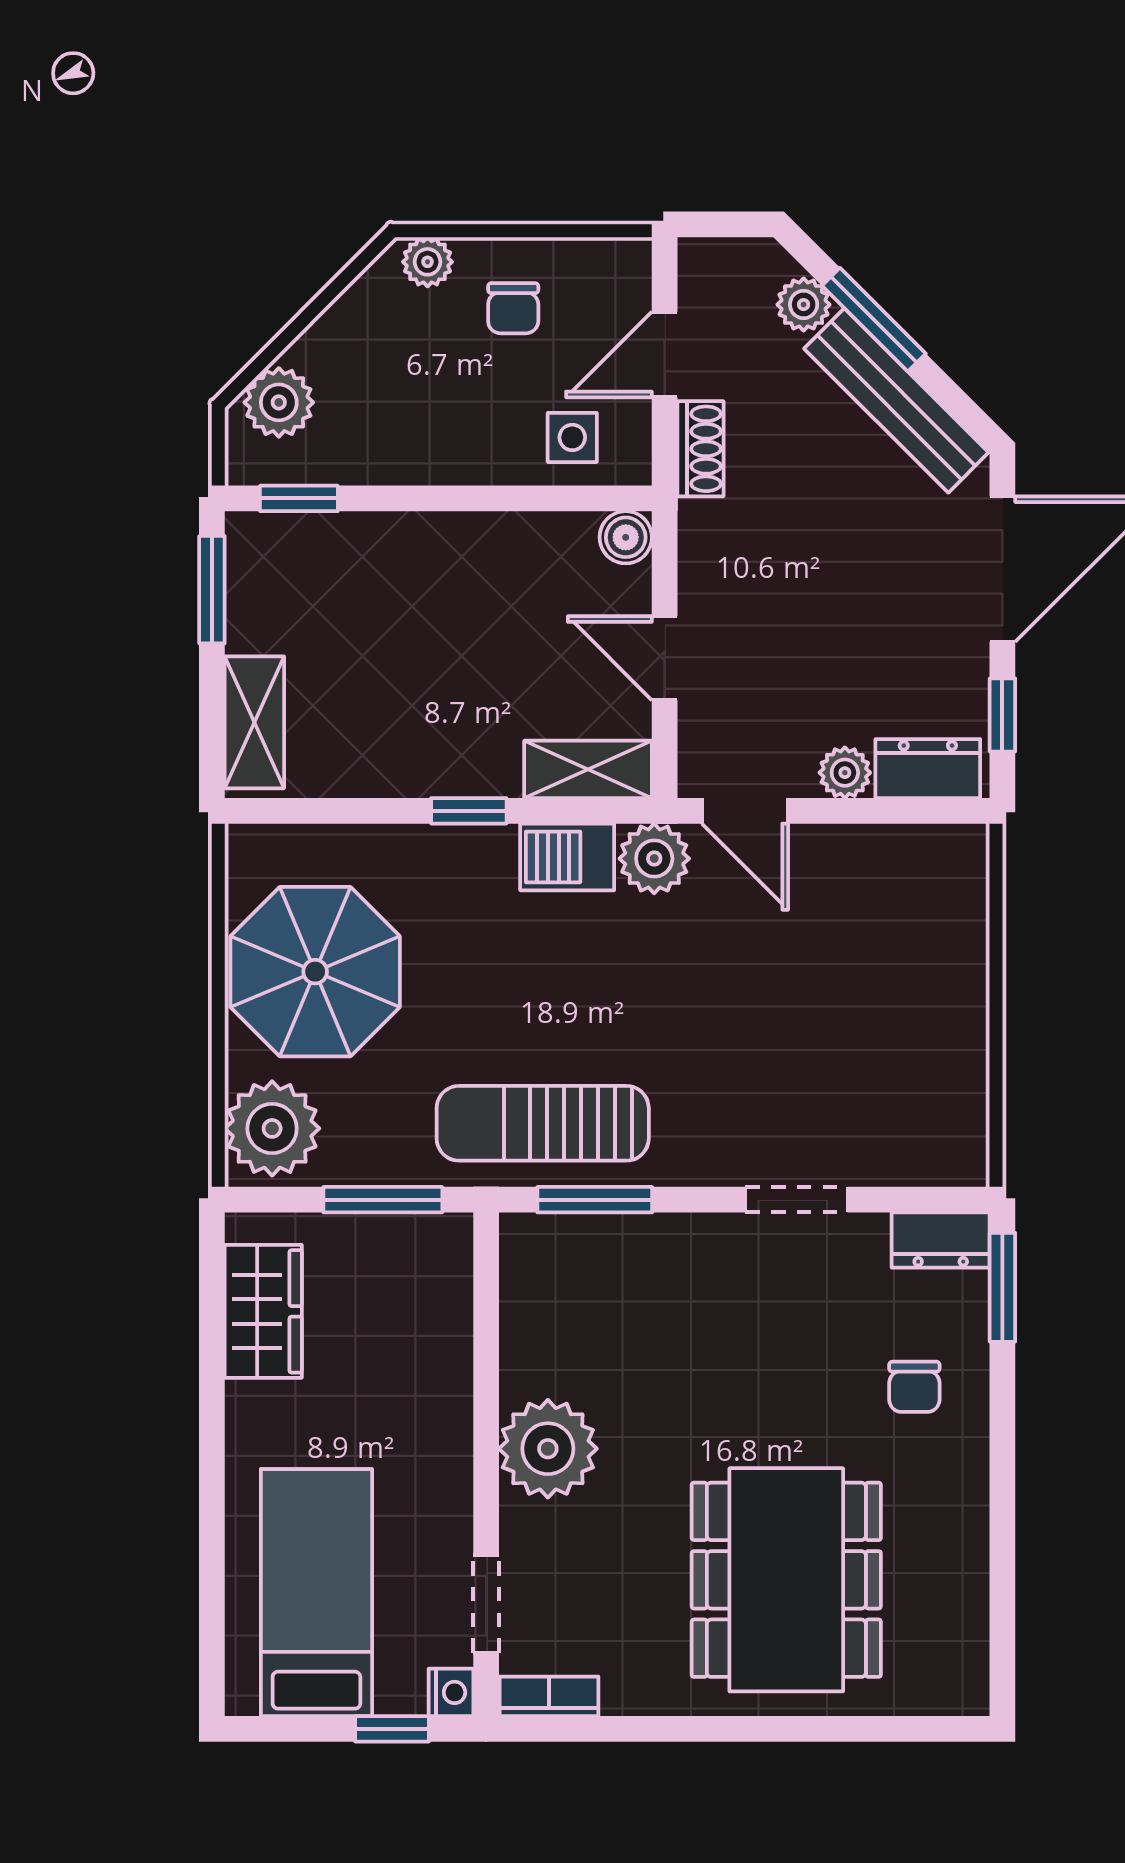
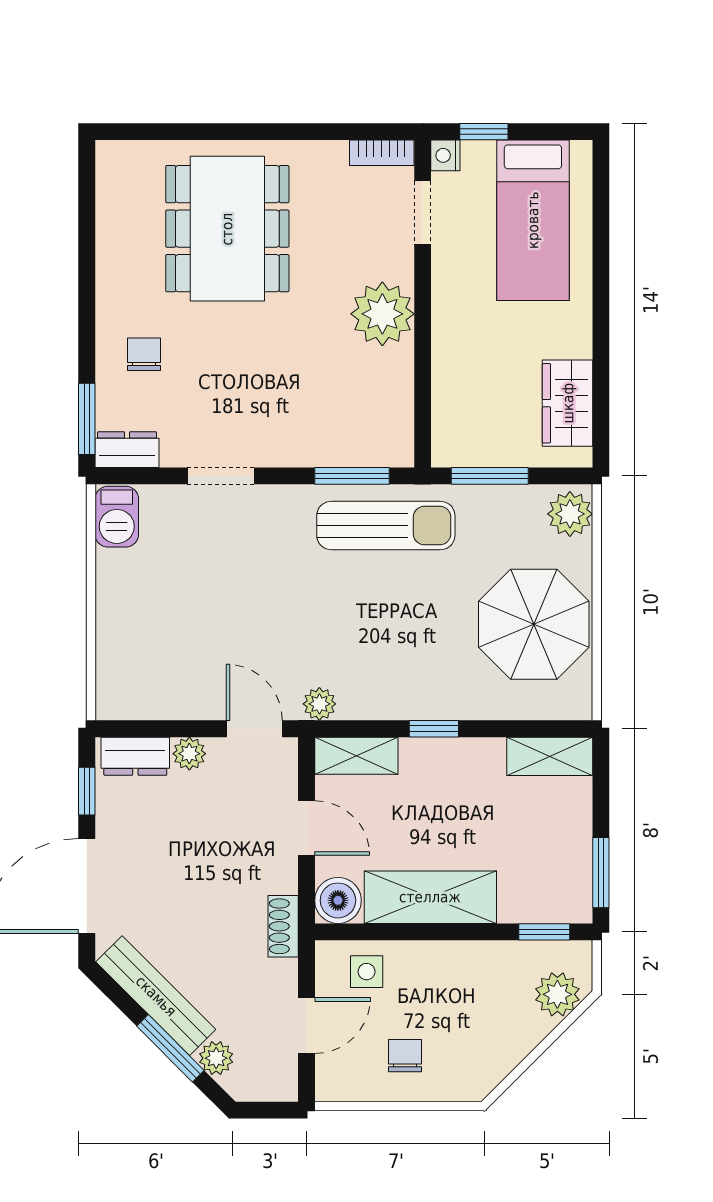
plant: (428, 262) -> (461, 1086), removed
shoe rack: (700, 449) -> (283, 926), moved
boiler: (626, 537) -> (338, 900), width x1.36, depth x1.36
shelving: (474, 552) -> (430, 897), added
shelving: (254, 722) -> (550, 756), moved, turned 90
barbecue: (567, 857) -> (117, 517), moved, turned 90
plant: (654, 859) -> (319, 704), width x0.73, depth x0.73
plant: (272, 1128) -> (570, 514), width x0.73, depth x0.73

